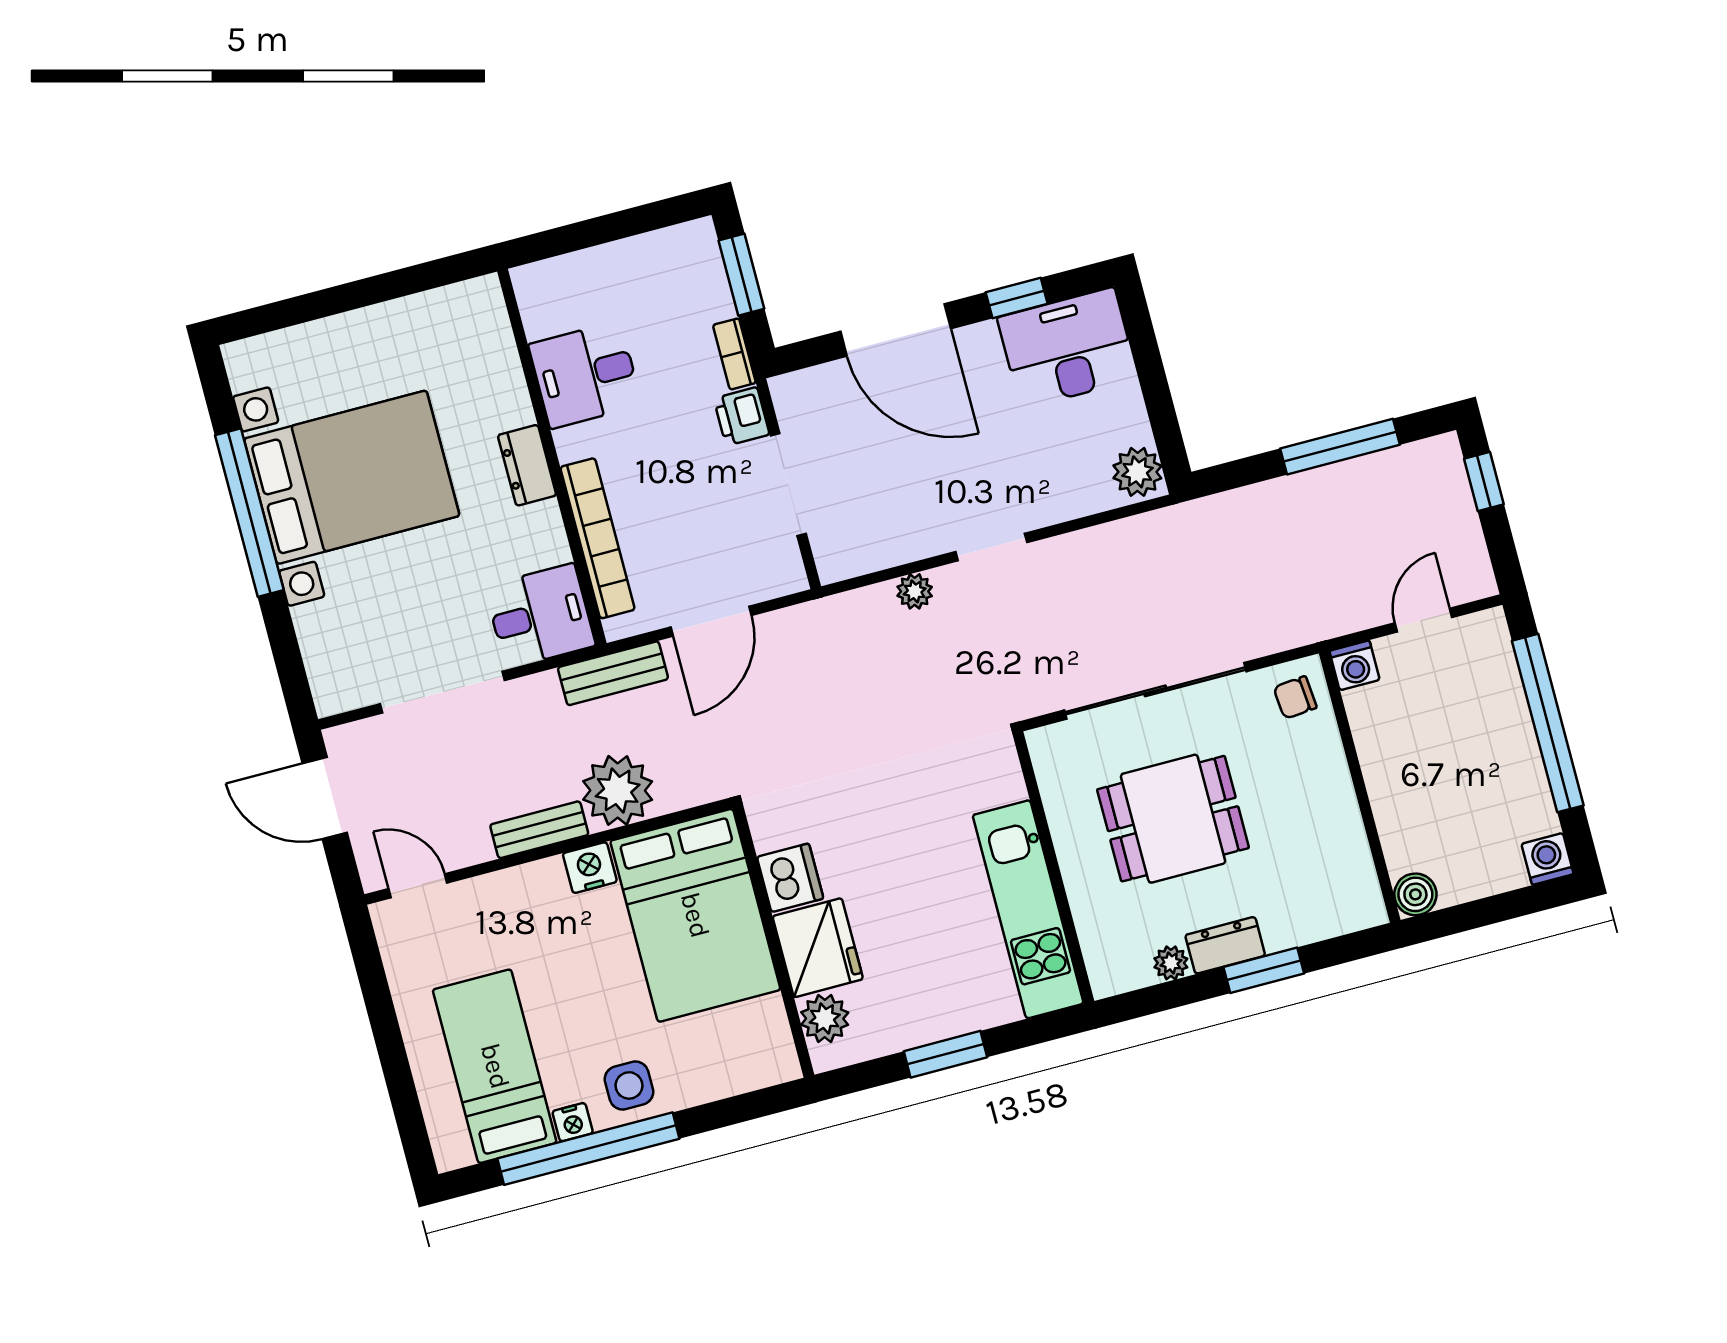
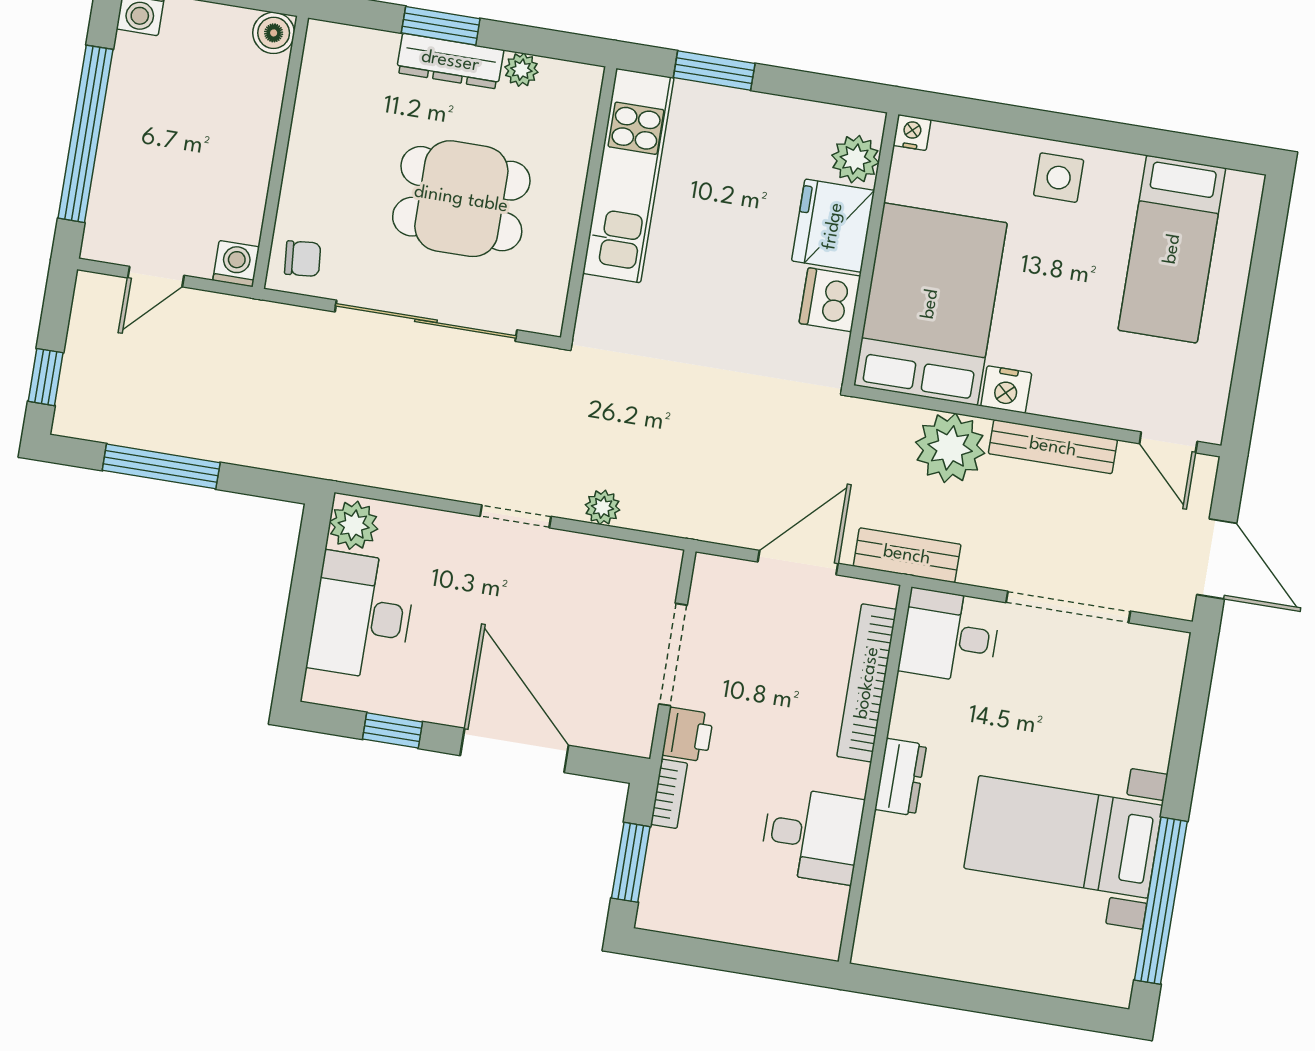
desk: (1068, 348) -> (362, 616), moved, turned 90
bed with nightstands: (352, 477) -> (1063, 837), width x0.73
window: (249, 513) -> (1161, 901), moved
bench: (539, 830) -> (1053, 447), width x1.36
dresser: (1225, 945) -> (450, 61), width x1.44
window: (945, 1054) -> (714, 71), moved
nightstand: (573, 1122) -> (912, 133), moved
window: (588, 1149) -> (1121, 137), removed

